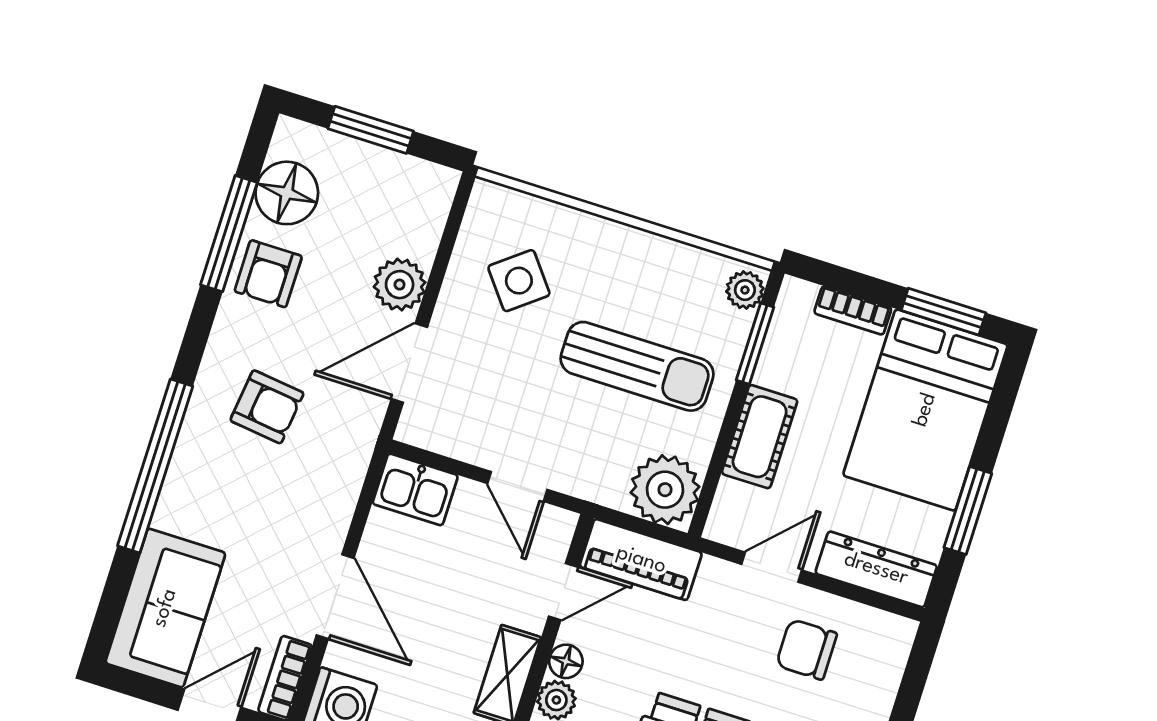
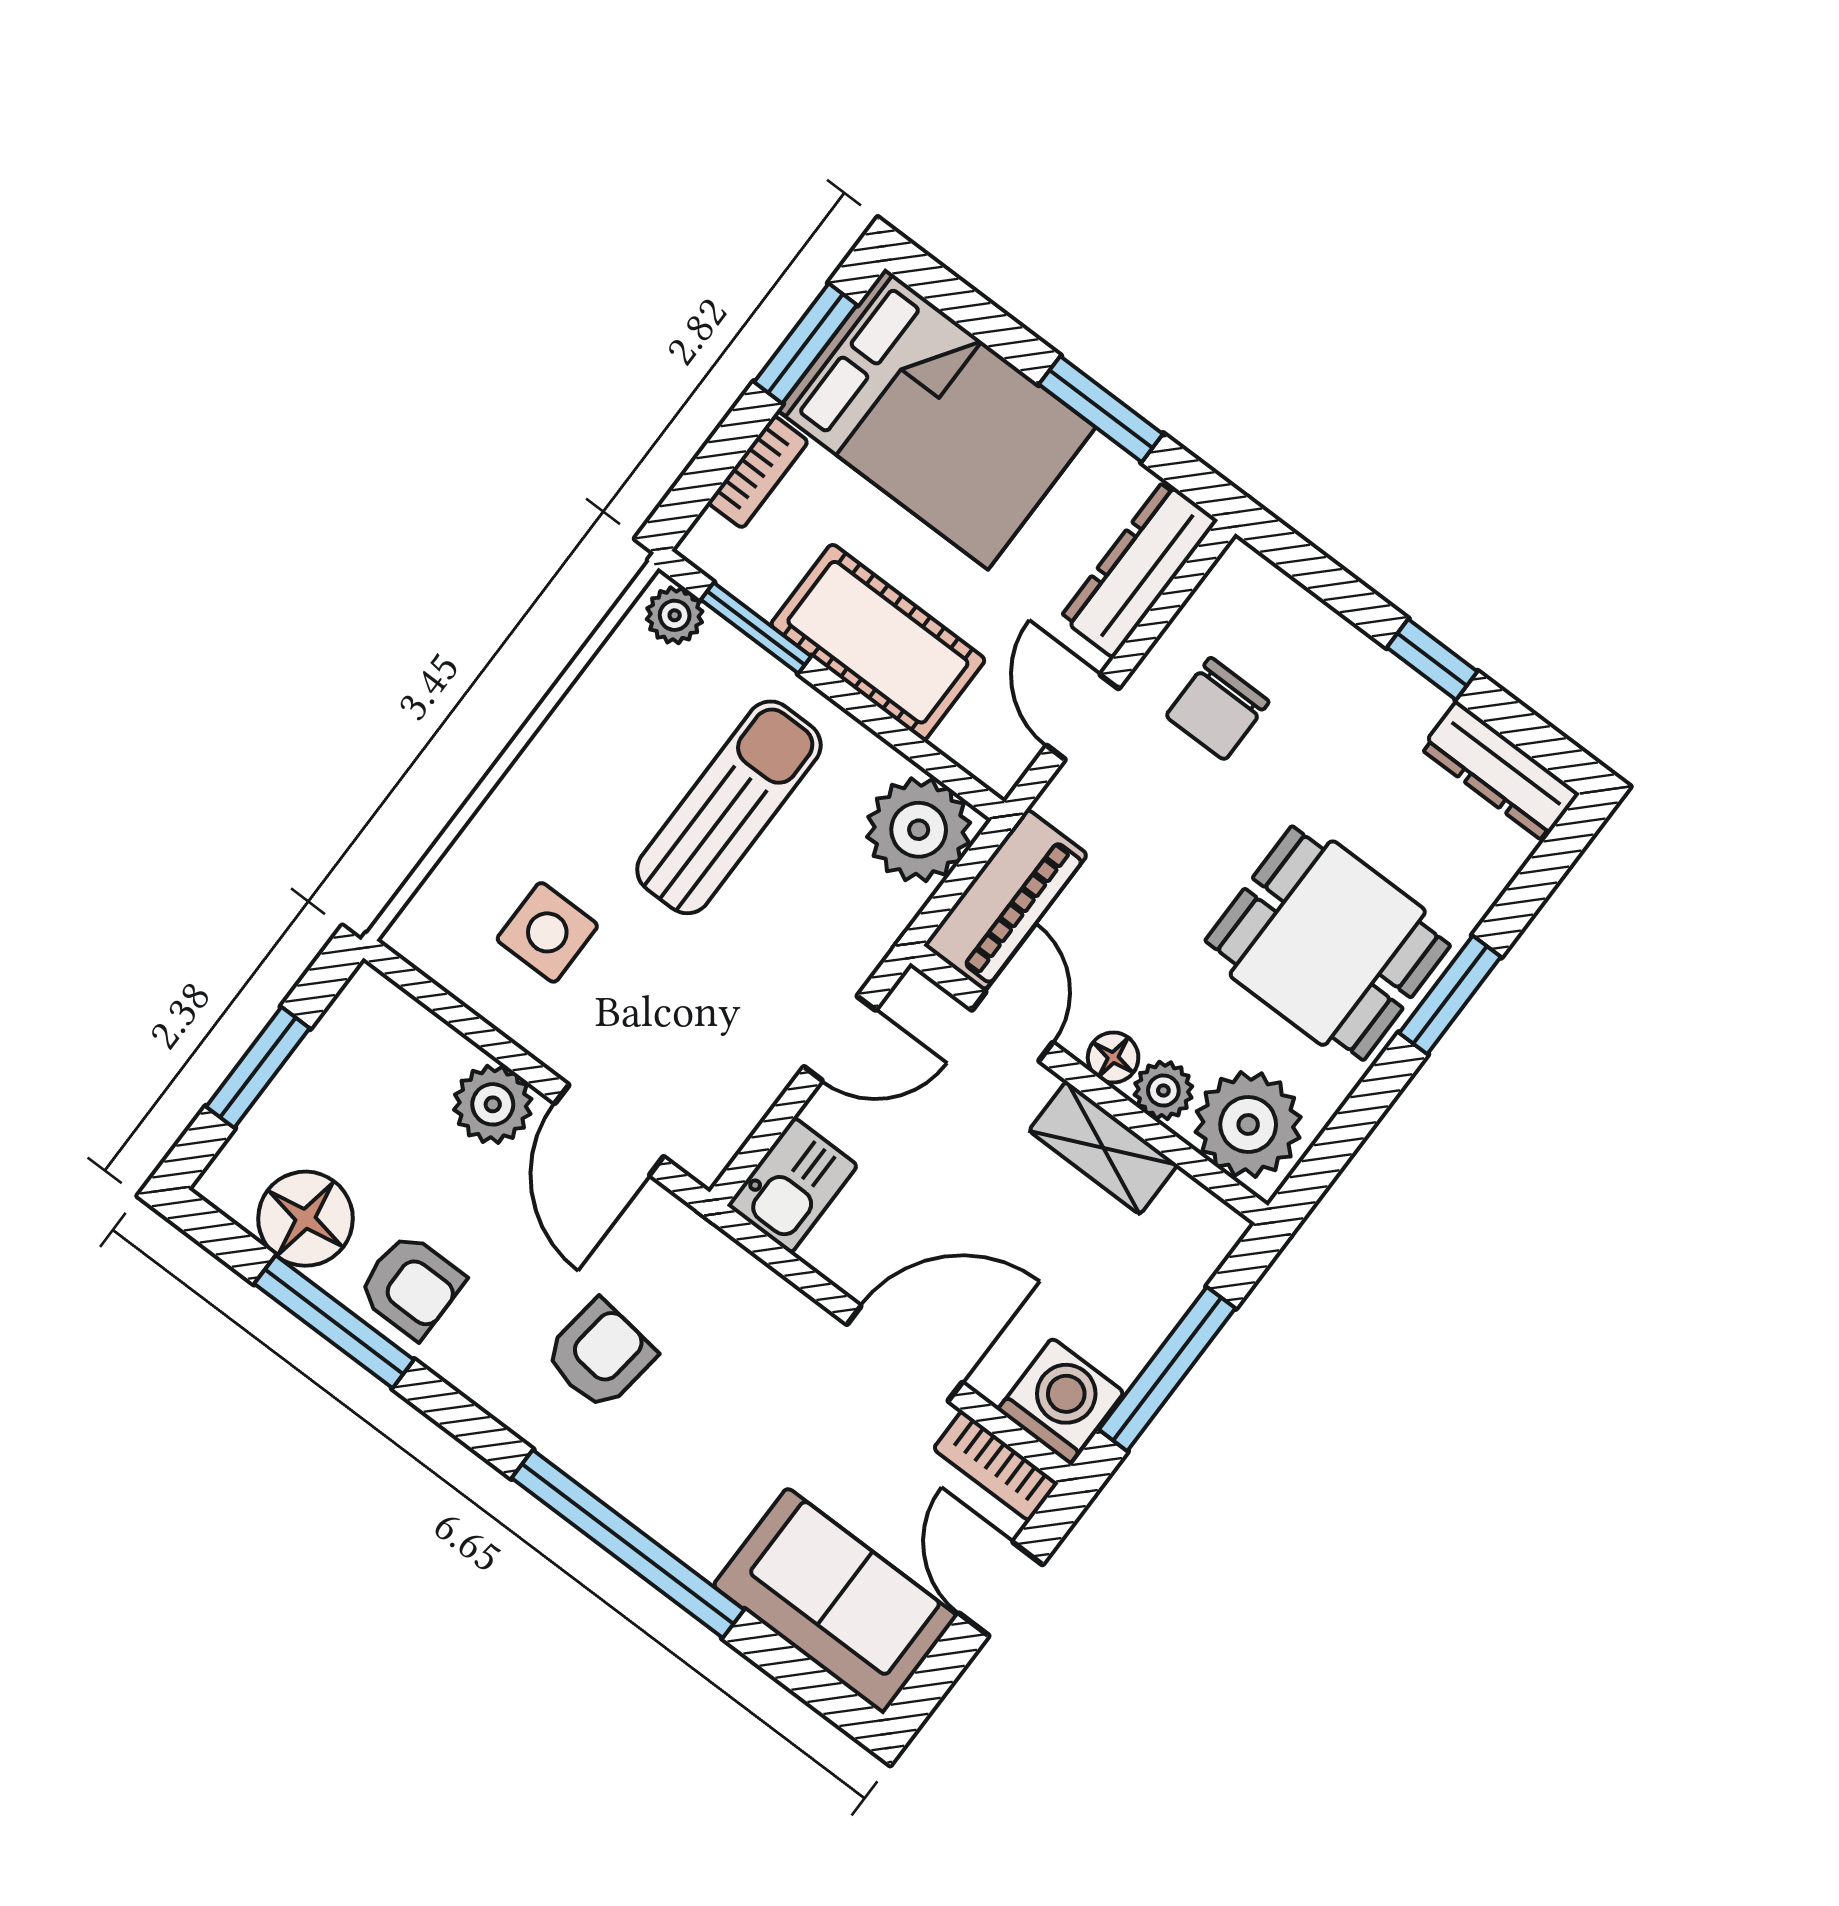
side table: (519, 281) -> (547, 932), turned 38
cot: (760, 437) -> (878, 642), width x1.37, depth x1.34

